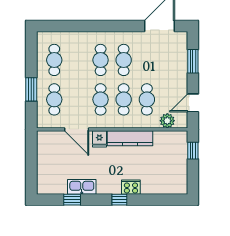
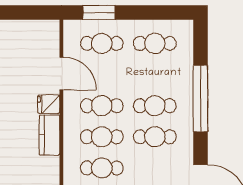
window: (95, 26) -> (200, 98), added
window: (31, 89) -> (99, 13), moved
door: (77, 129) -> (61, 73), swing flipped
kitchen counter: (130, 138) -> (50, 135), width x0.67

